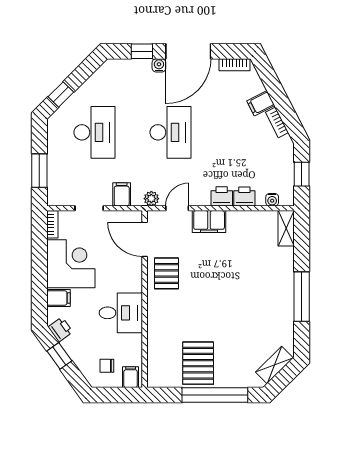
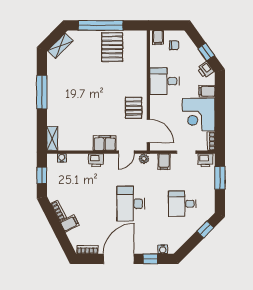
water cooler: (159, 65) -> (163, 249), moved
desk: (94, 132) -> (182, 204), width x0.73
printer: (244, 196) -> (205, 160), moved

